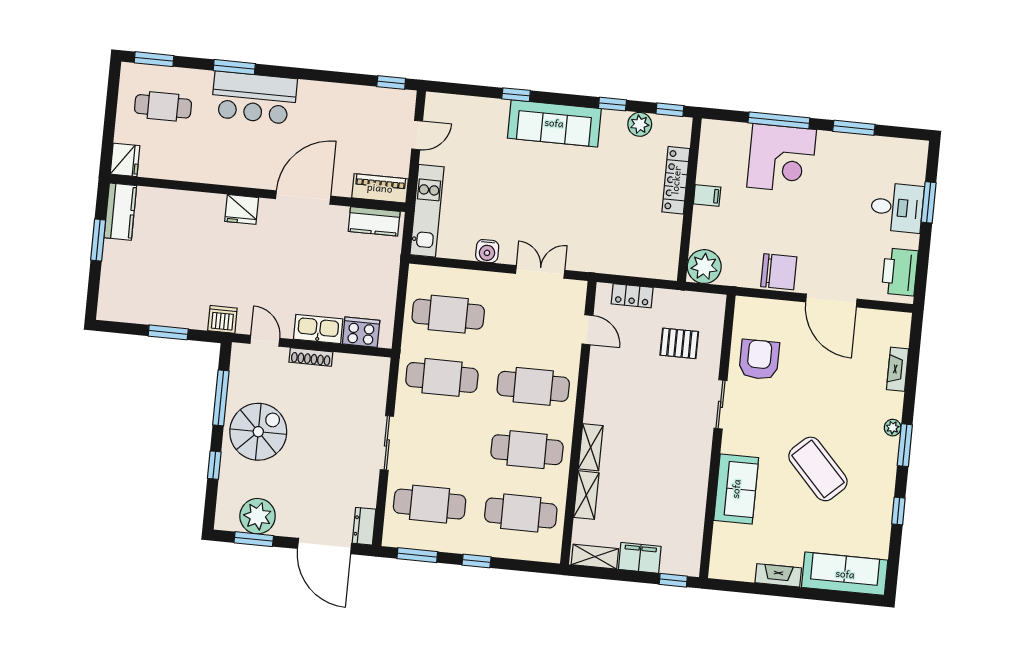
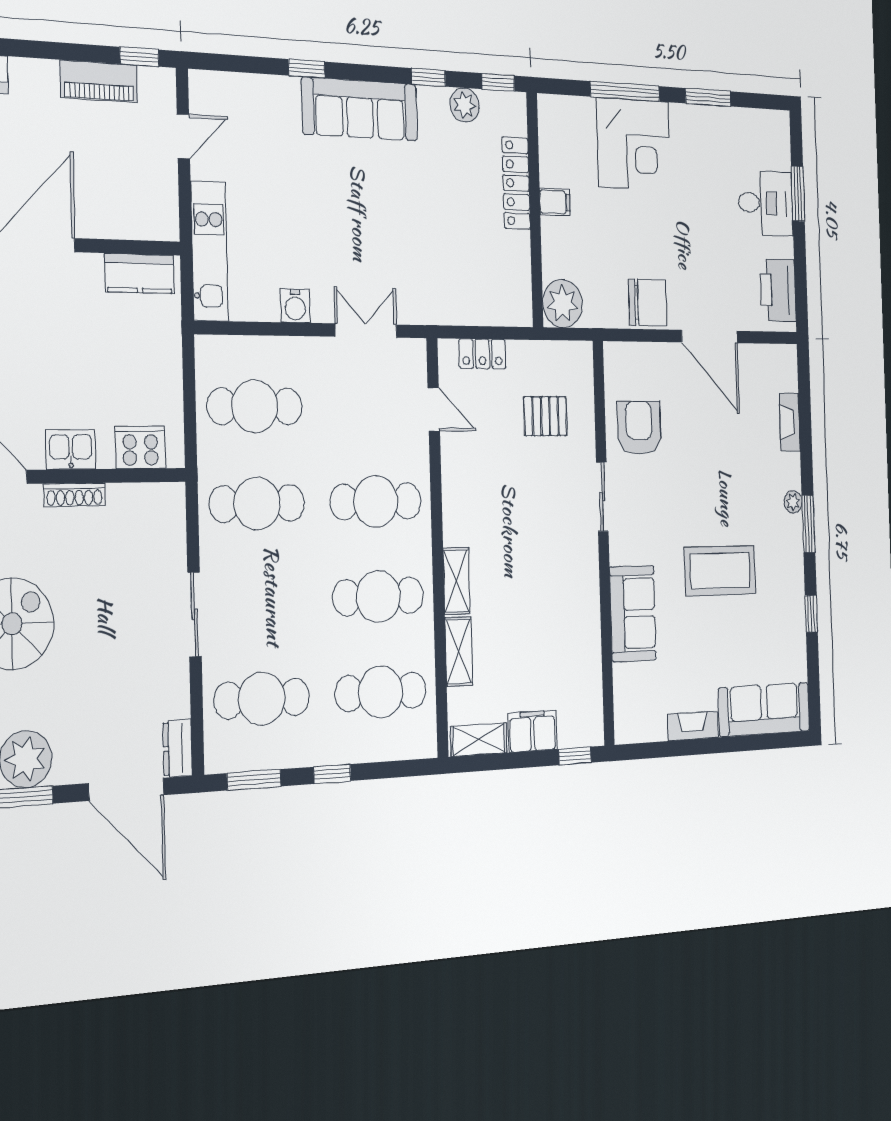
piano: (380, 188) -> (99, 81), moved, turned 180
kitchen sink: (318, 329) -> (71, 450), width x0.73
coffee table: (818, 469) -> (720, 571), turned -47

